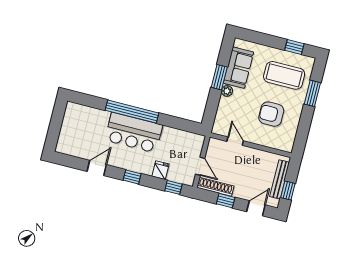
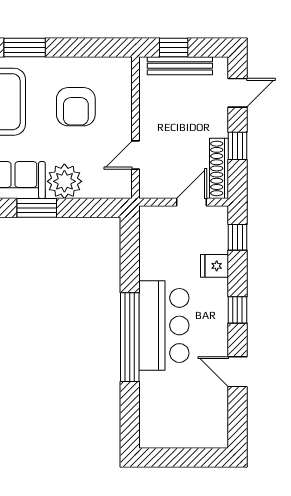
plant: (227, 91) -> (64, 181), width x1.87, depth x1.87
window: (288, 191) -> (174, 48), moved
door: (256, 208) -> (237, 93), swing flipped

